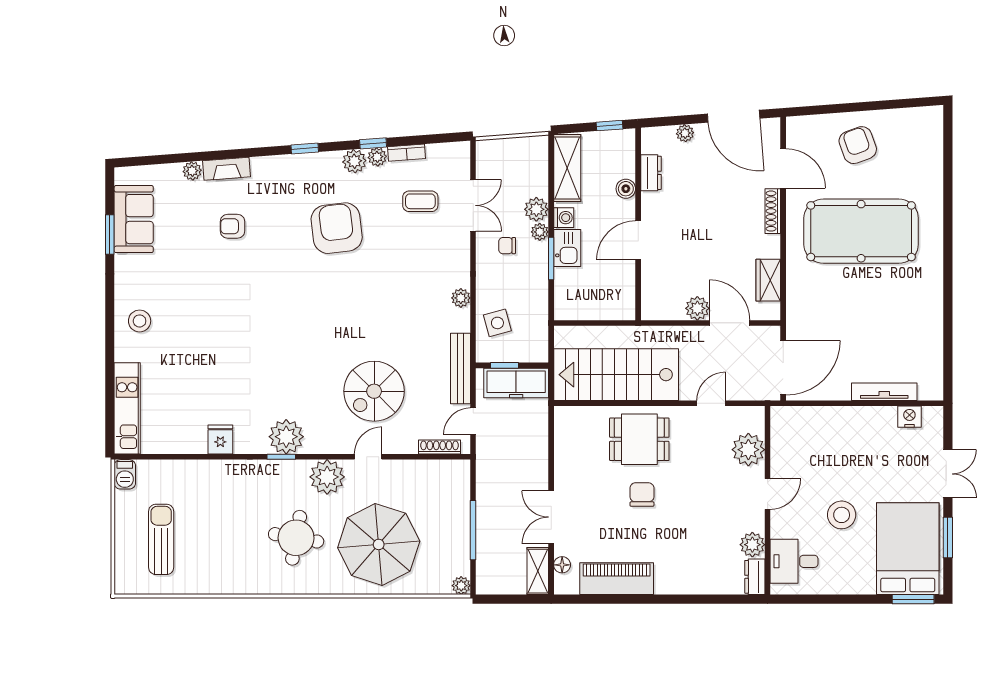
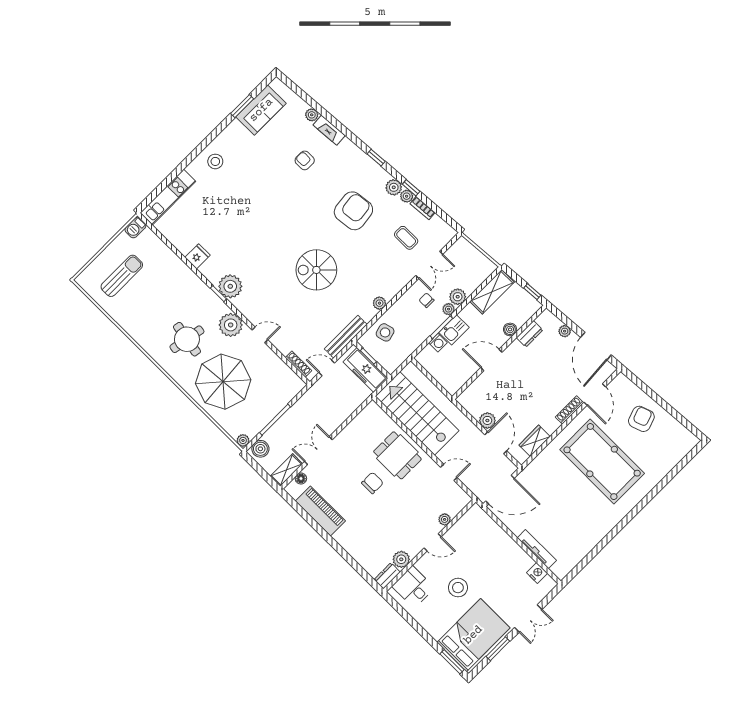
washing machine: (564, 218) -> (438, 343), moved
spiral stairs: (374, 391) -> (316, 270), moved
plant: (748, 450) -> (445, 519), width x0.53, depth x0.53
boiler: (488, 576) -> (260, 449), added

